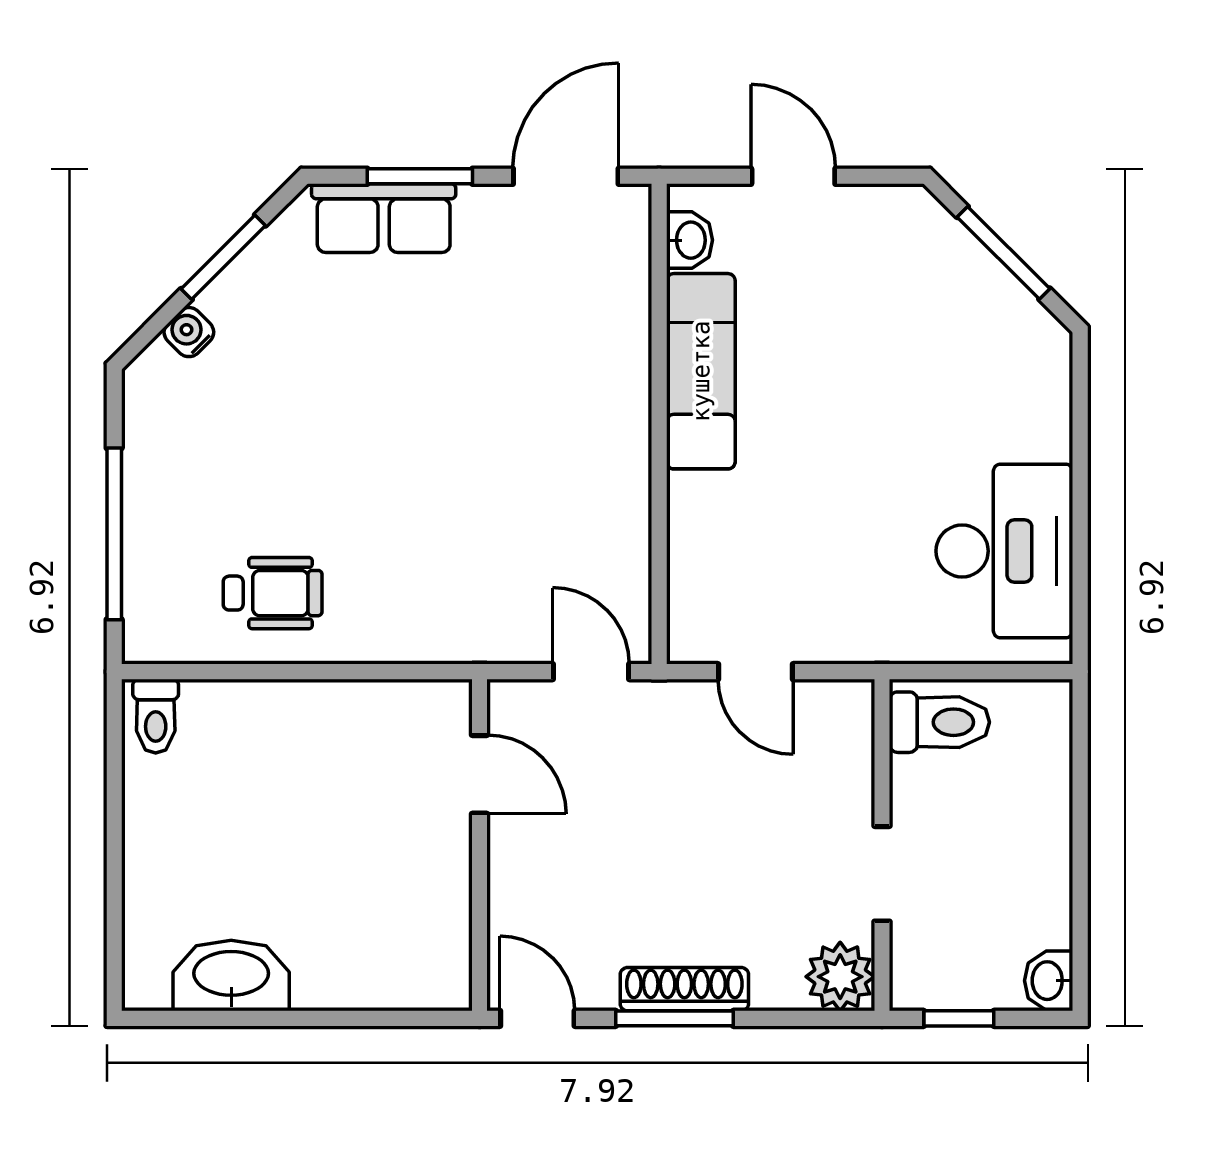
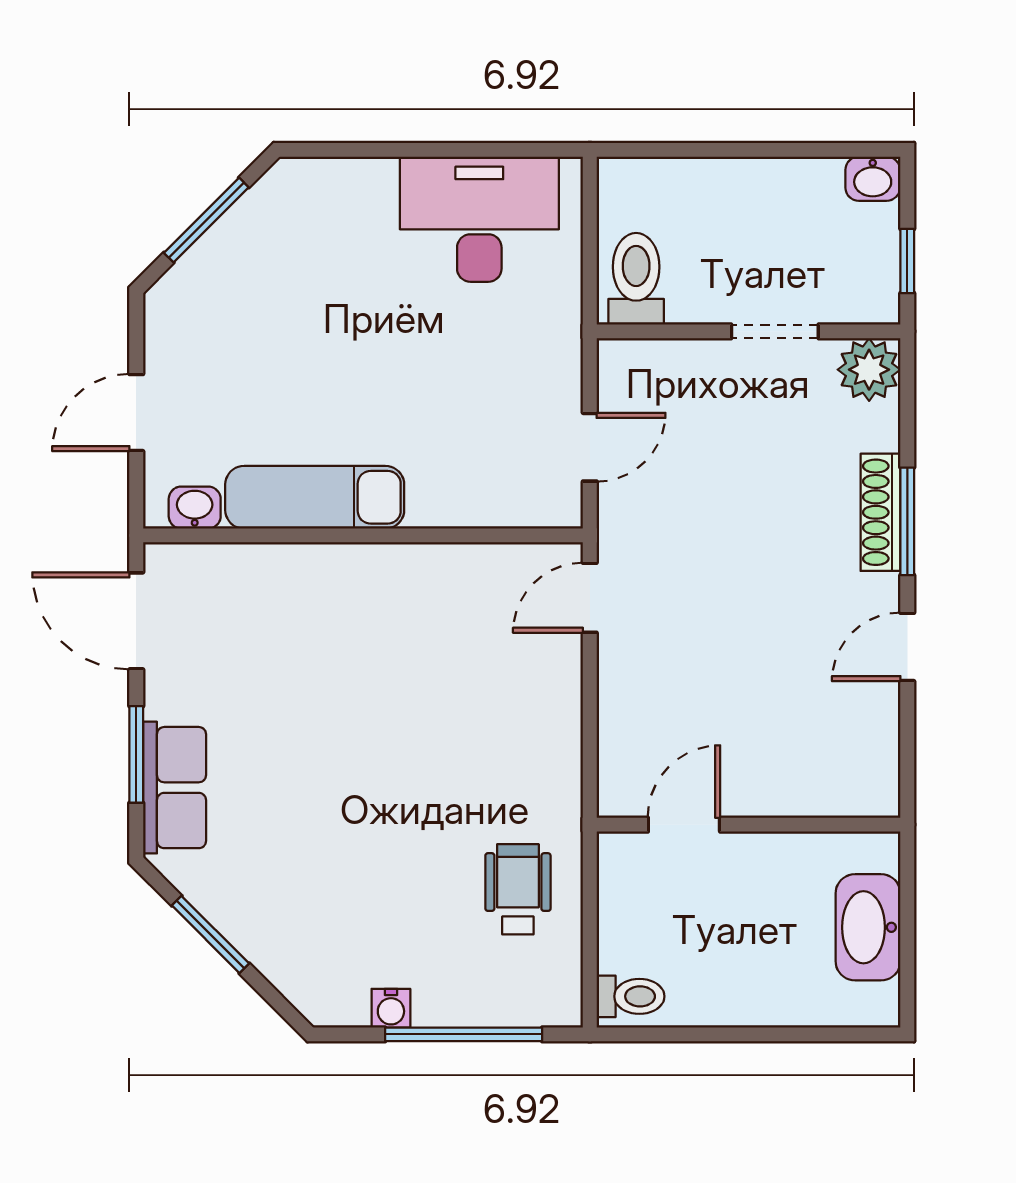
water cooler: (189, 332) -> (391, 1008), moved, turned -45
door: (480, 774) -> (684, 825), moved
wall: (480, 845) -> (749, 825), moved

